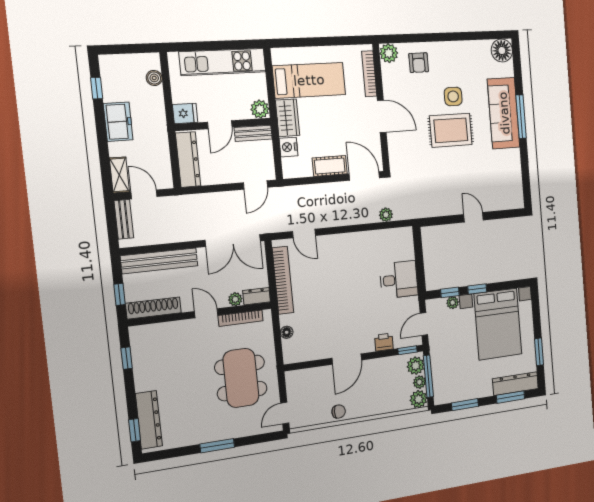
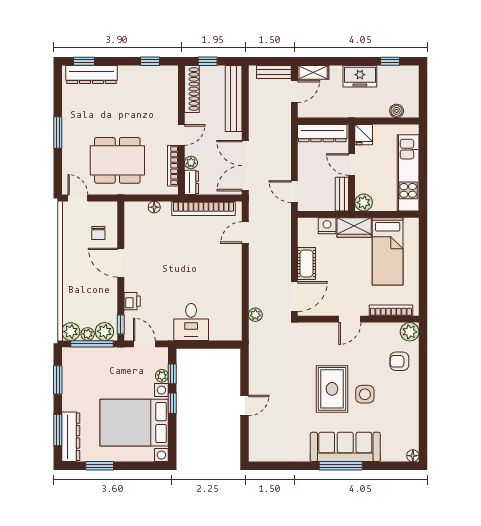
floor lamp: (502, 51) -> (413, 456), width x0.53, depth x0.53
door: (382, 116) -> (350, 319), width x0.73
chair: (339, 412) -> (98, 233), moved

